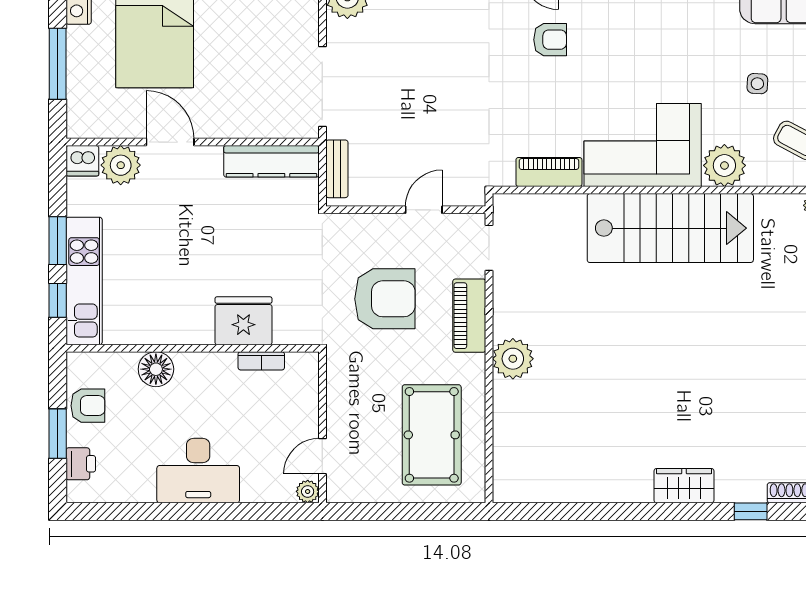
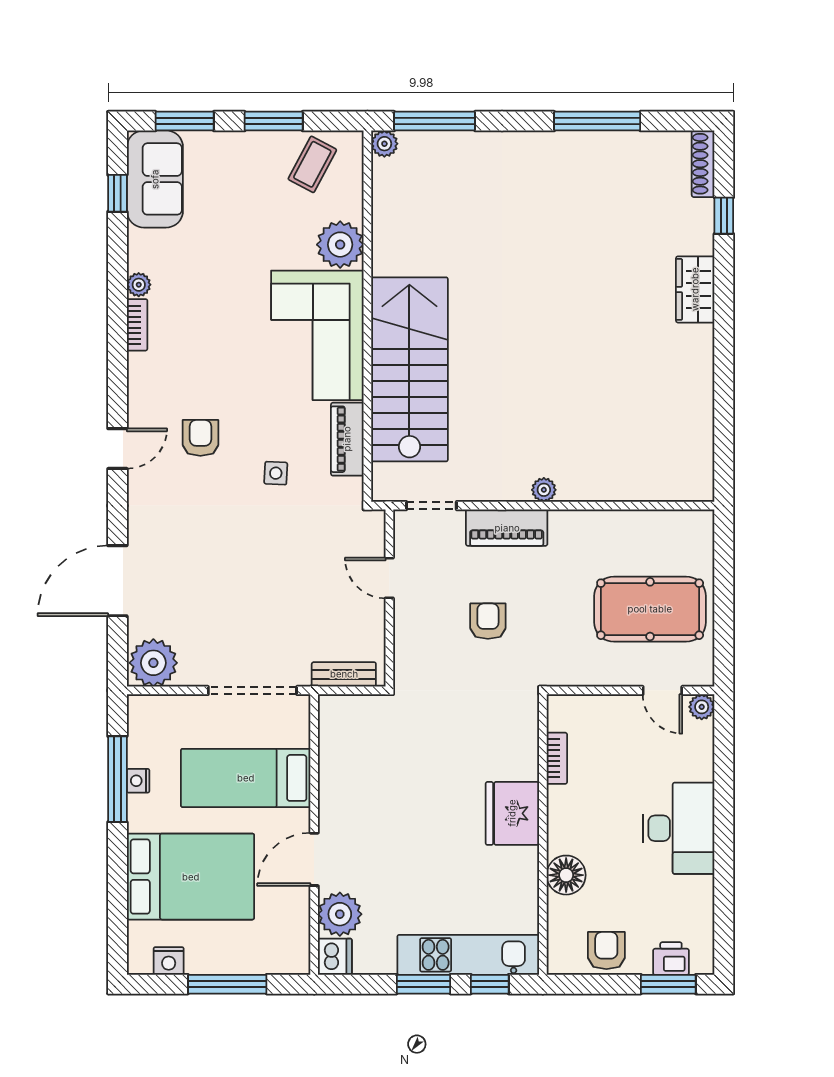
bed: (244, 80) -> (246, 778), added
side table: (757, 84) -> (276, 473), moved
kitchen counter: (271, 161) -> (336, 747), removed
stairs: (670, 228) -> (409, 369), moved
armchair: (385, 299) -> (488, 621), width x0.53, depth x0.53
fridge: (243, 321) -> (512, 813), moved
plant: (513, 359) -> (544, 490), width x0.53, depth x0.53
window: (58, 434) -> (668, 984), moved
pool table: (432, 435) -> (650, 609), moved

